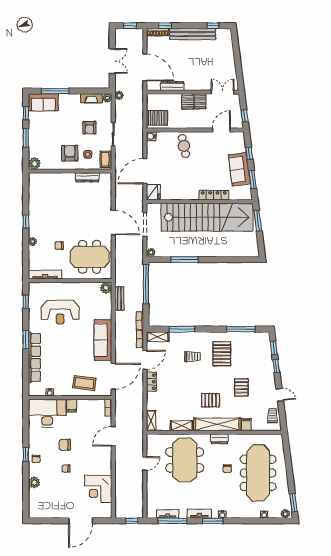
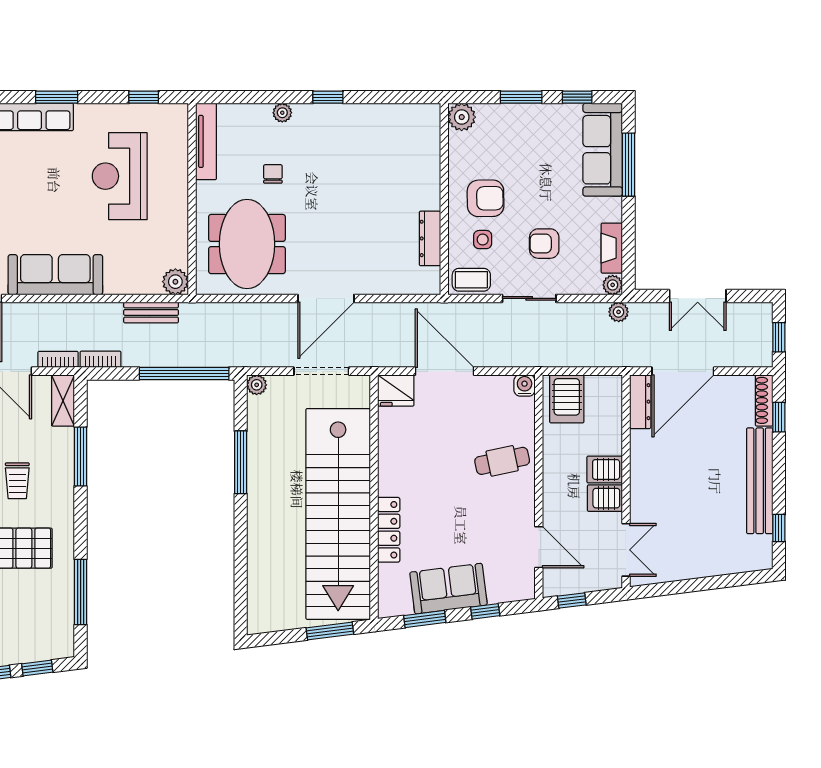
dresser: (172, 86) -> (640, 402), moved
sofa: (43, 102) -> (603, 150), width x1.36

